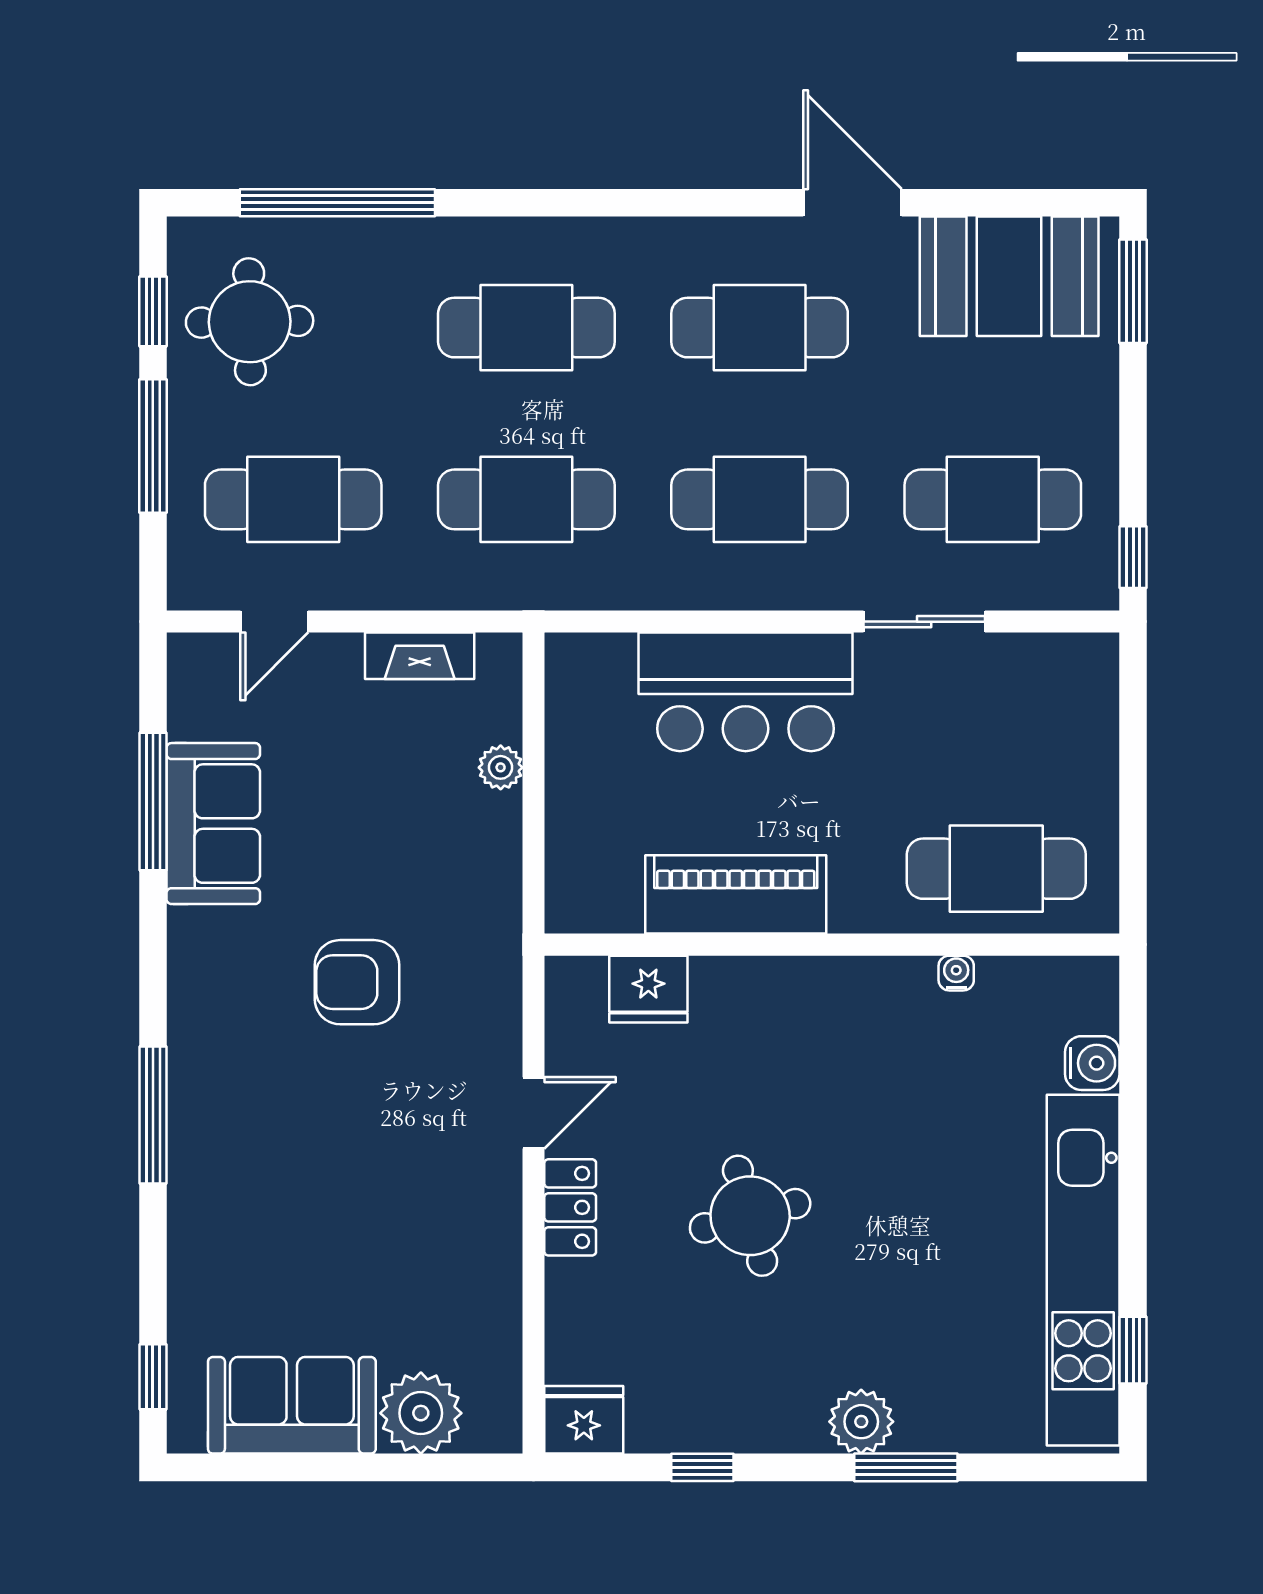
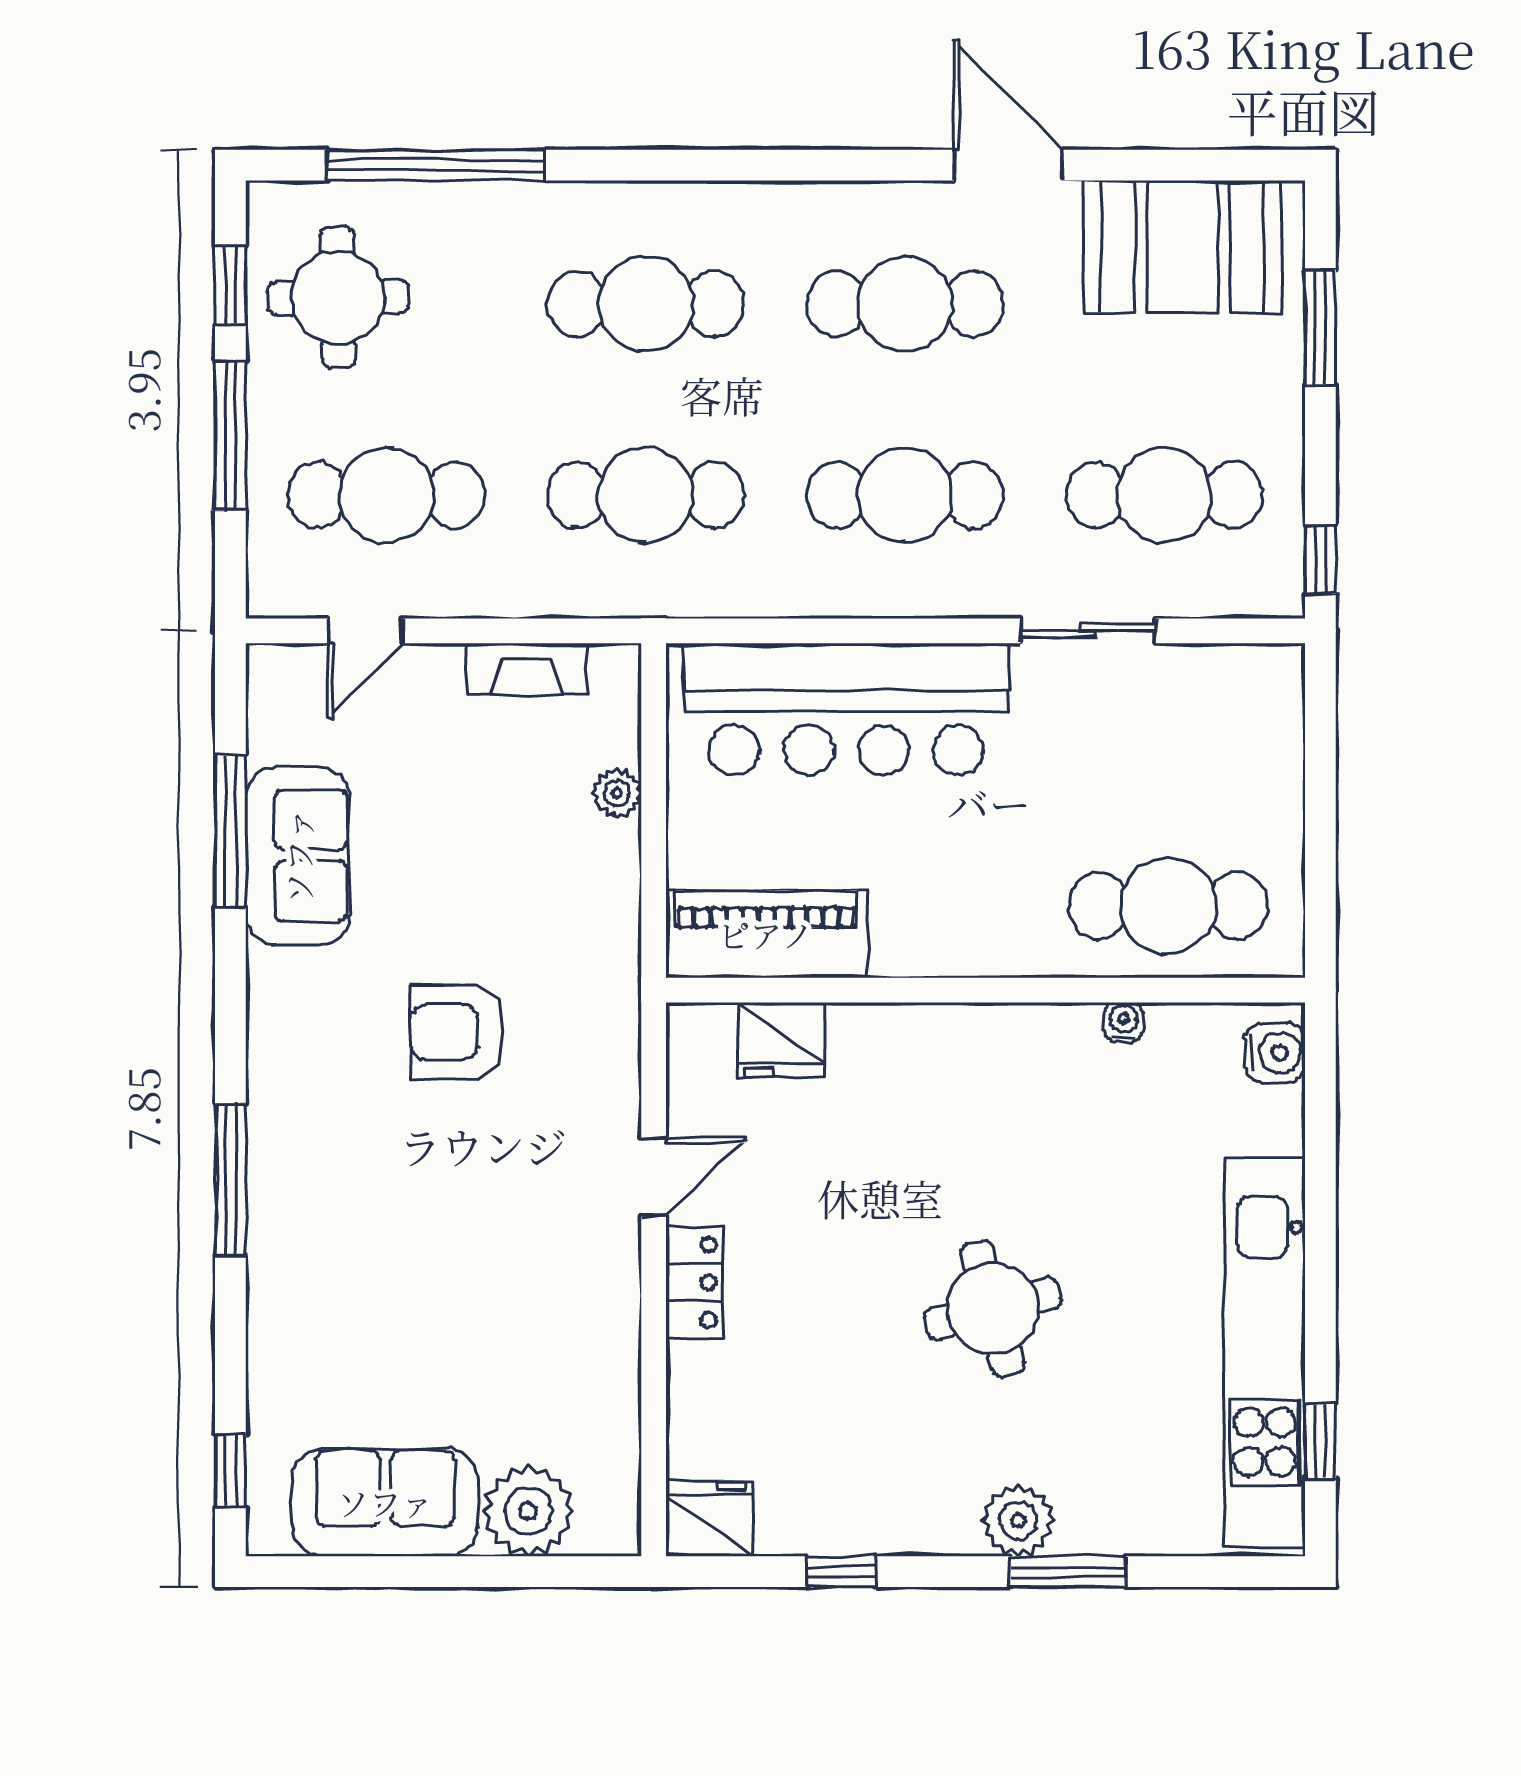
window: (1133, 291) -> (1320, 328), moved
bar counter: (746, 692) -> (846, 709), width x1.36
piano: (736, 894) -> (766, 934), moved
water cooler: (1092, 1063) -> (1275, 1053), moved
round table: (750, 1216) -> (993, 1309), moved

